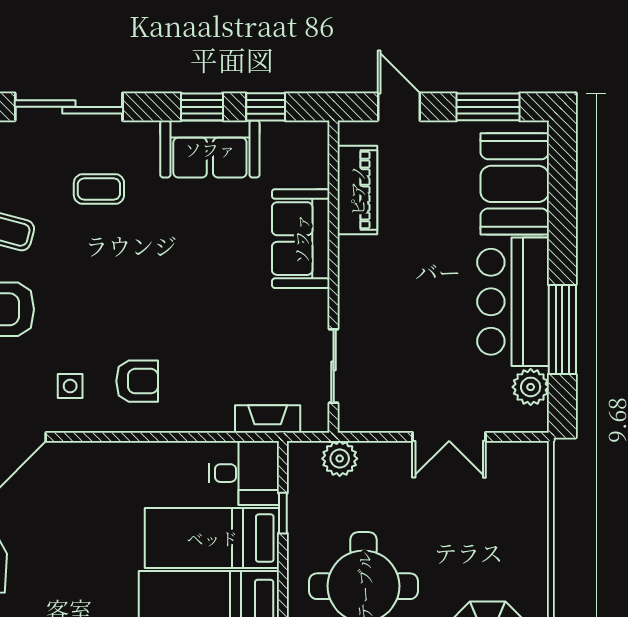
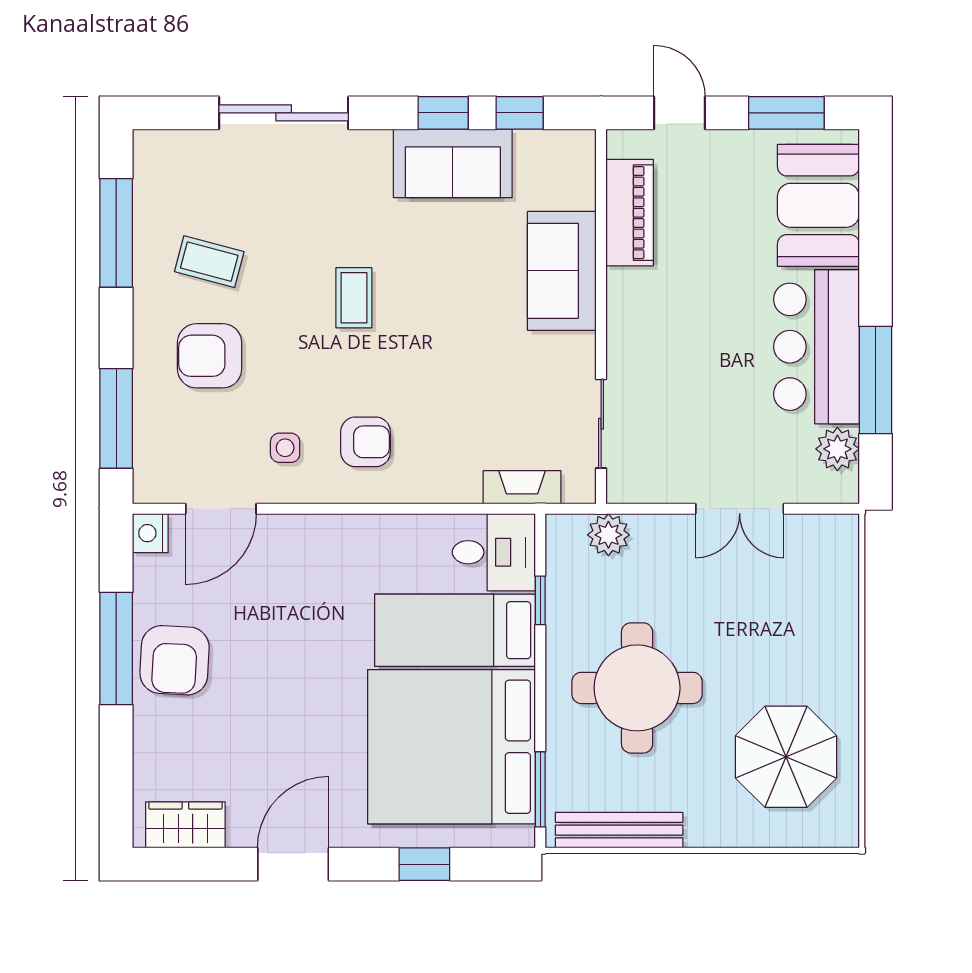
coffee table: (99, 189) -> (354, 298), moved, turned 90

